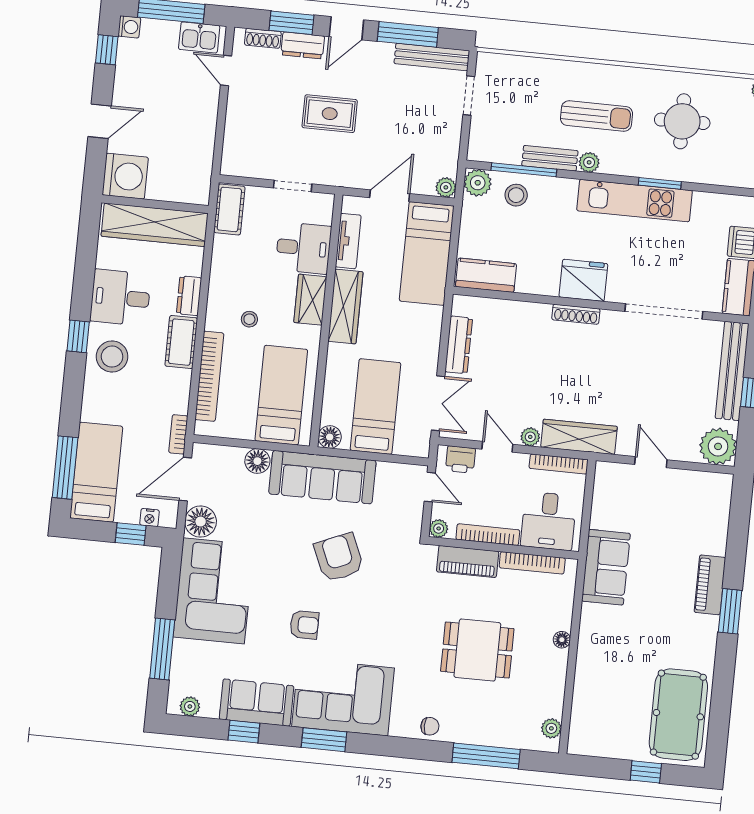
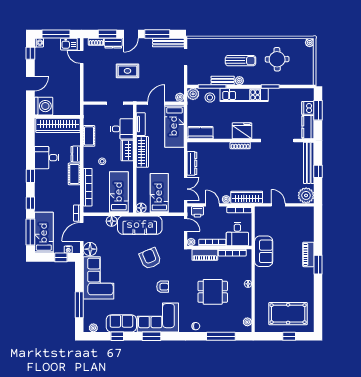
kitchen unit: (635, 201) -> (244, 95), moved
cot: (229, 209) -> (89, 136), moved
stool: (112, 357) -> (46, 183), removed
window: (72, 400) -> (30, 203), added
armchair: (304, 625) -> (163, 287), moved
pool table: (678, 715) -> (288, 314), moved, turned 90

